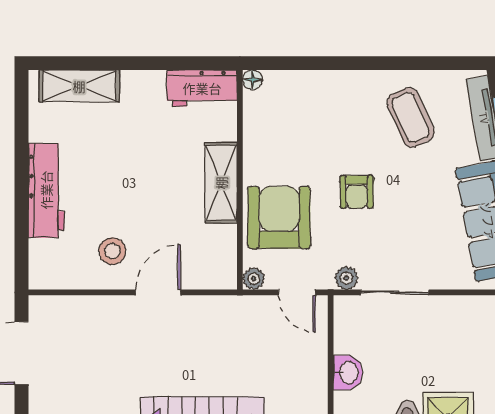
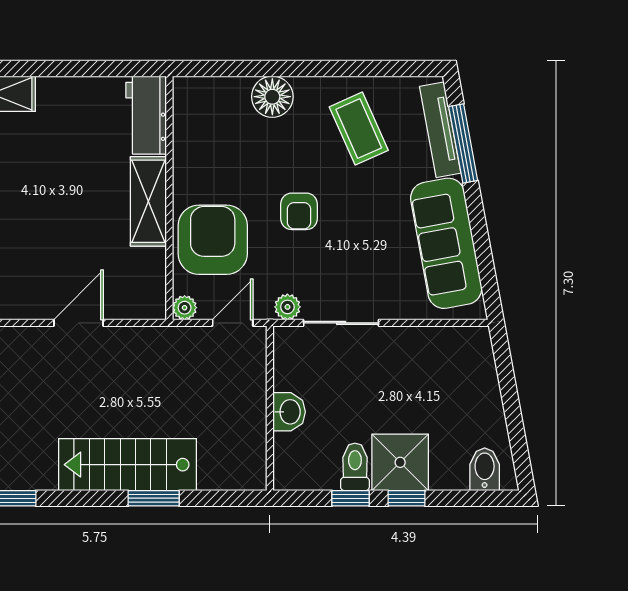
floor lamp: (253, 80) -> (272, 97), moved, width x1.89, depth x1.89
workbench: (202, 88) -> (146, 115), moved, turned 90
stool: (112, 251) -> (28, 277), removed
door: (297, 292) -> (233, 323), swing flipped

